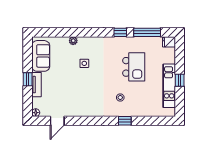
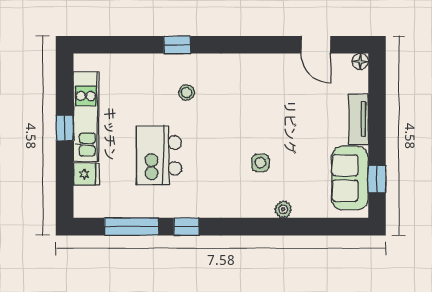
fridge: (169, 42) -> (86, 174), moved
window: (28, 79) -> (377, 179), moved
door: (57, 121) -> (316, 45), swing flipped

